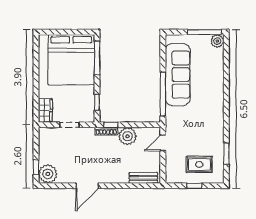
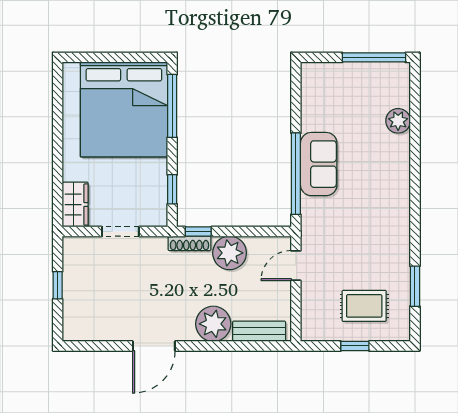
plant: (217, 41) -> (398, 121), moved
sofa: (178, 75) -> (319, 164), width x0.54, depth x0.79
window: (36, 167) -> (58, 285), moved
plant: (48, 174) -> (213, 324), moved

